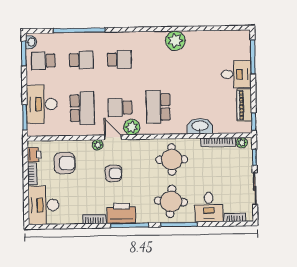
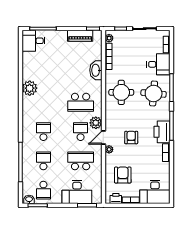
desk: (236, 74) -> (33, 41), moved, turned -90
school desk: (120, 108) -> (81, 132), turned 180

